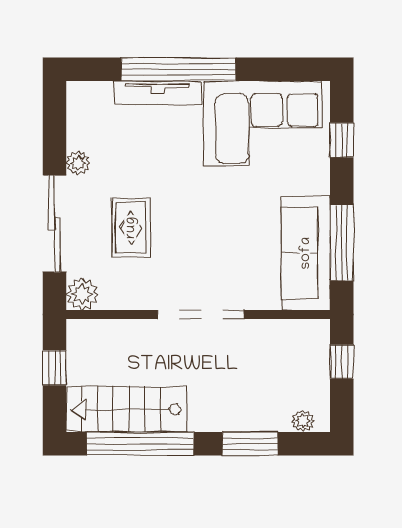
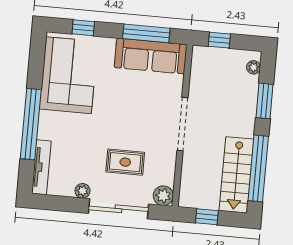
tv unit: (157, 93) -> (41, 167), moved

